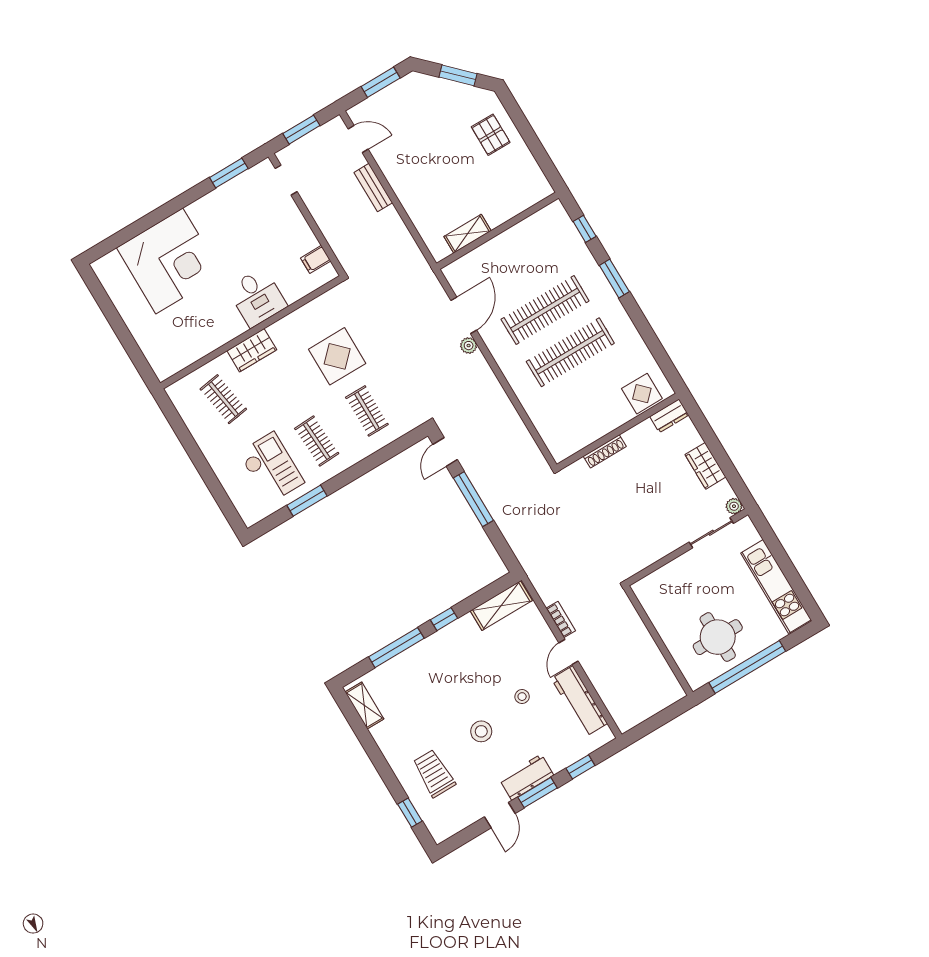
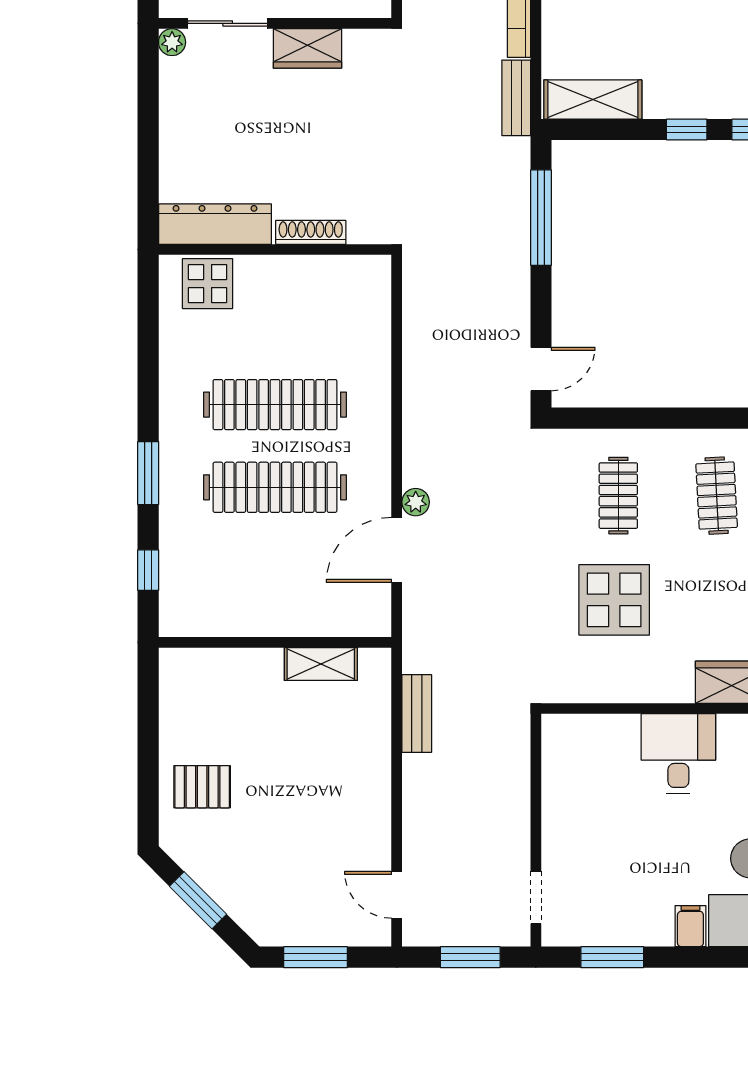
pallet: (491, 135) -> (202, 787), turned 90
bench: (373, 188) -> (417, 713), moved
filing cabinet: (316, 259) -> (690, 926), moved, turned -90
dresser: (669, 416) -> (215, 224), width x1.96, depth x1.24
wardrobe: (705, 466) -> (307, 48), moved, turned 90
window: (473, 499) -> (541, 218), moved
bench: (541, 583) -> (516, 98), added

